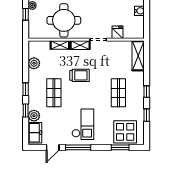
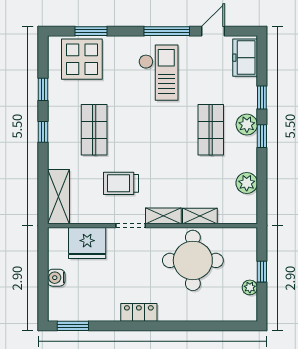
fridge: (117, 32) -> (87, 243), width x1.88, depth x1.34
trolley: (79, 75) -> (121, 183), moved
plant: (34, 116) -> (247, 125), moved
checkout: (83, 124) -> (158, 73), turned 180

